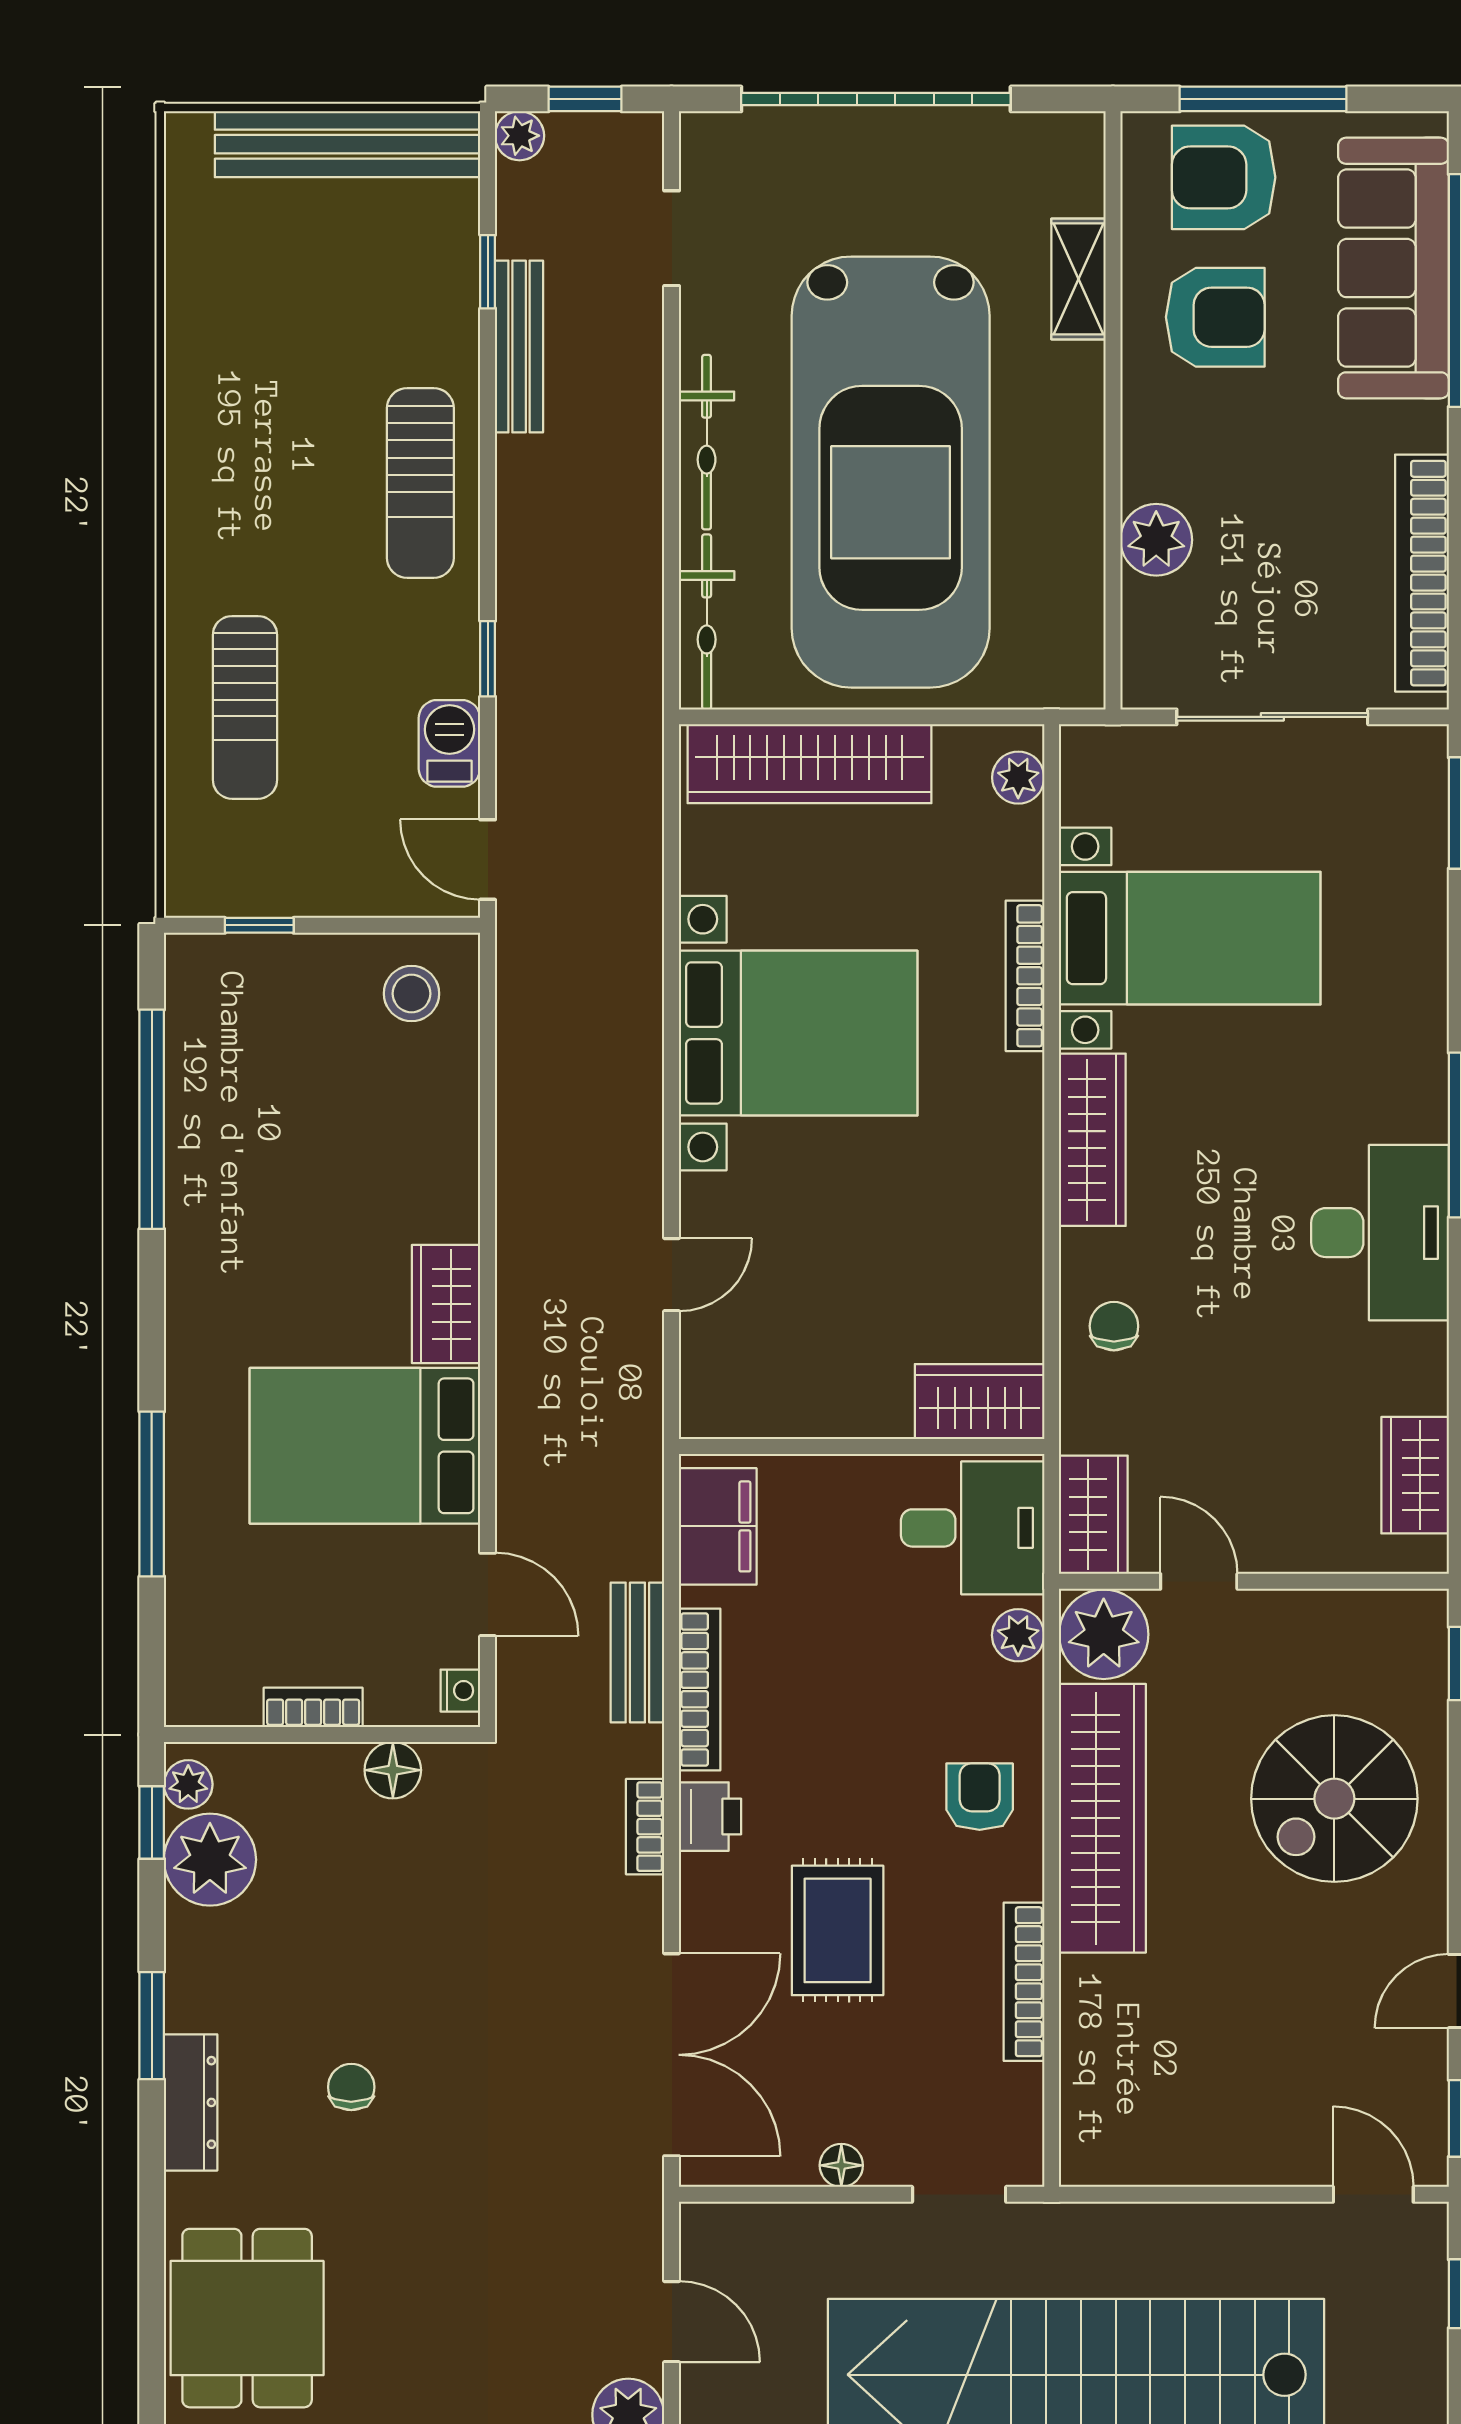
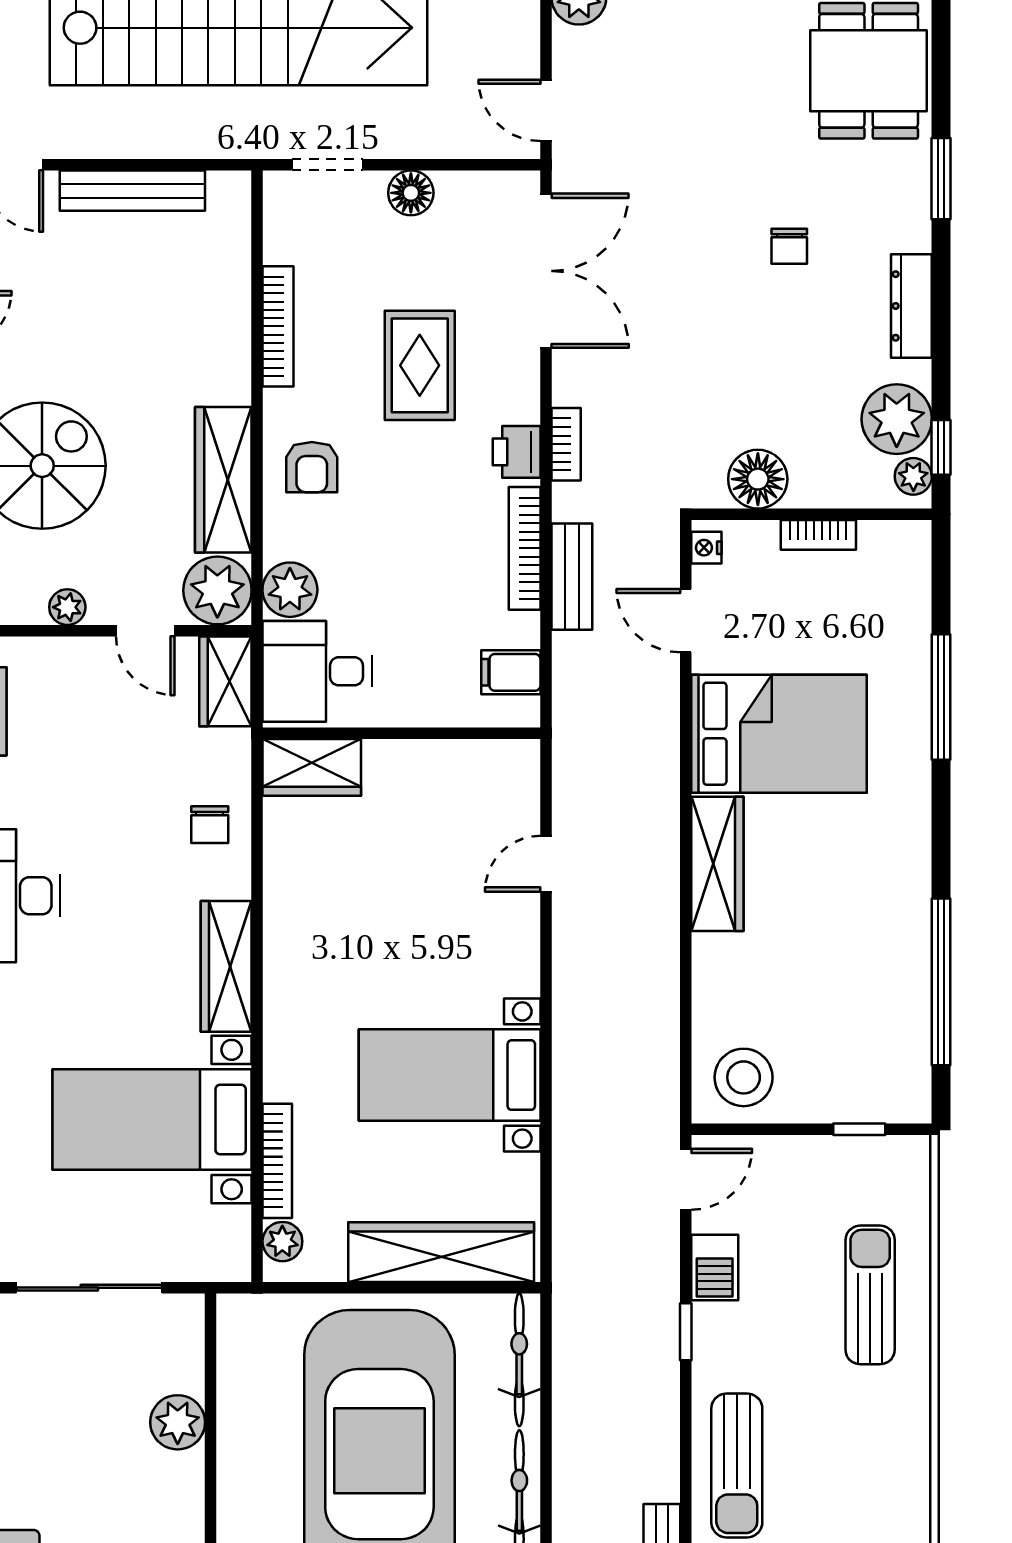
sun lounger: (420, 483) -> (737, 1465), turned 180
door: (488, 860) -> (686, 1179), hinge flipped
bookcase: (1025, 976) -> (277, 1161), moved
stool: (411, 994) -> (744, 1077), width x1.38, depth x1.38
bed with nightstands: (798, 1033) -> (450, 1075), width x0.73
wardrobe: (446, 1304) -> (717, 864), width x1.50
filing cabinet: (718, 1526) -> (511, 672), width x0.50
plant: (1301, 1612) -> (67, 607), added
plant: (1018, 1635) -> (290, 590), width x1.38, depth x1.38
floor lamp: (393, 1770) -> (758, 479), width x1.38, depth x1.38
wardrobe: (1102, 1818) -> (223, 480), width x0.71, depth x0.85
window: (152, 2026) -> (941, 179), moved
double door: (672, 2055) -> (546, 271), swing flipped
dresser: (191, 2102) -> (911, 306), moved
bench: (1216, 2160) -> (132, 191), added
floor lamp: (841, 2165) -> (411, 193), width x1.37, depth x1.37
door: (672, 2322) -> (546, 110), moved

